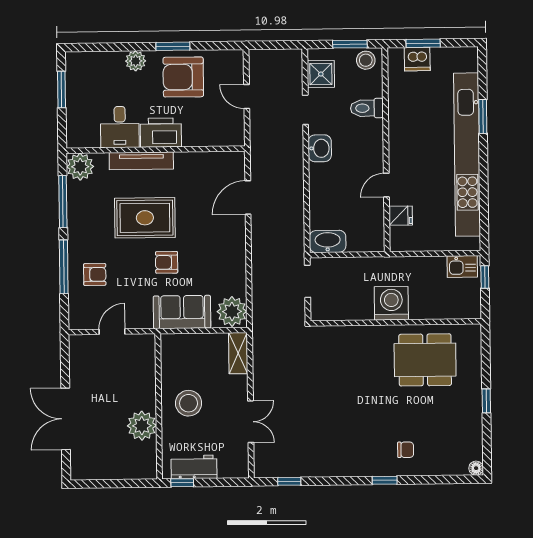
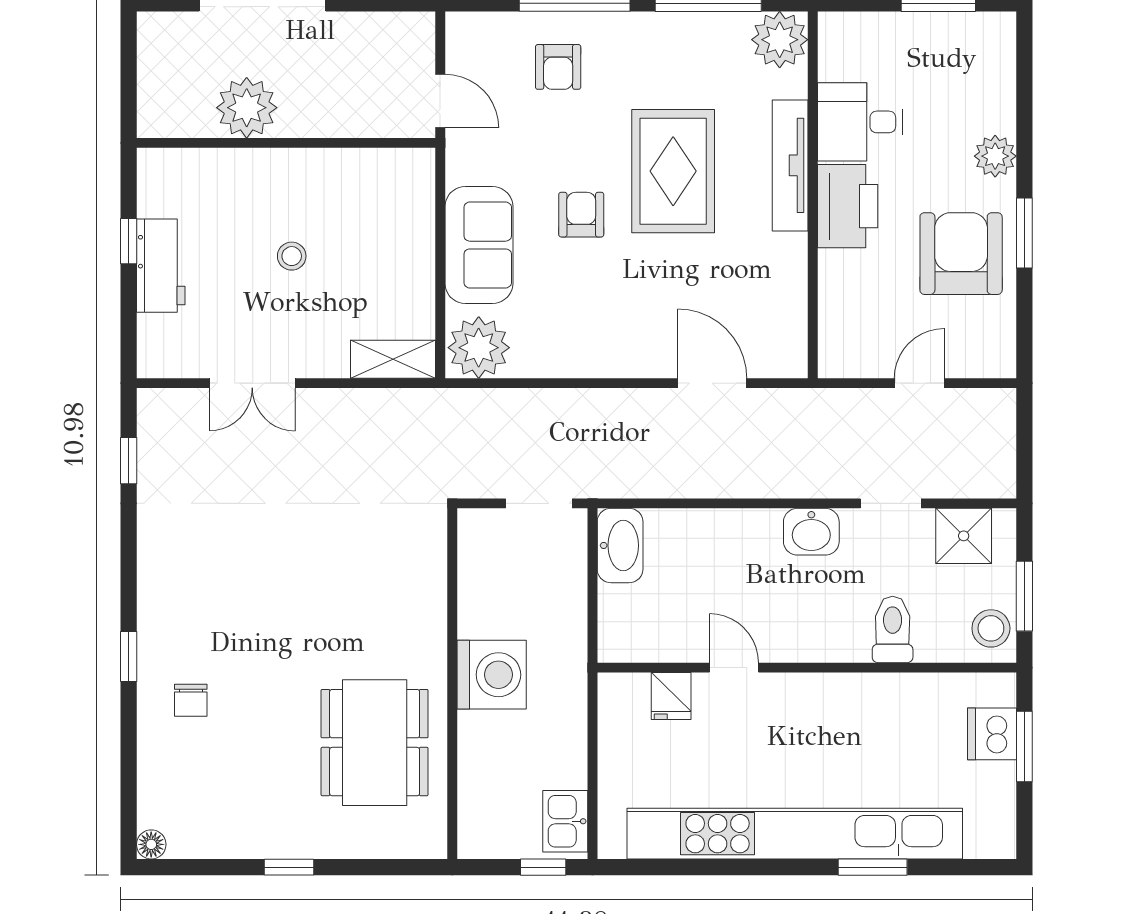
stool: (189, 403) -> (292, 256), width x0.53, depth x0.53
wall: (159, 406) -> (286, 143), moved
plant: (142, 426) -> (247, 108), moved

